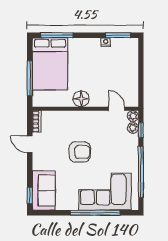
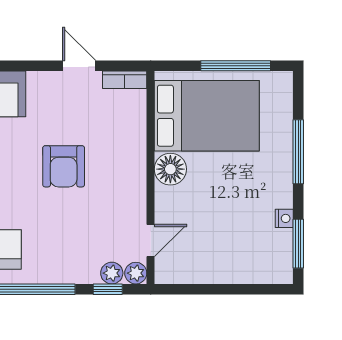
window: (57, 35) -> (298, 152), moved
bed: (50, 64) -> (207, 116), moved, turned 180
window: (30, 78) -> (236, 66), moved
door: (30, 144) -> (79, 66), hinge flipped

